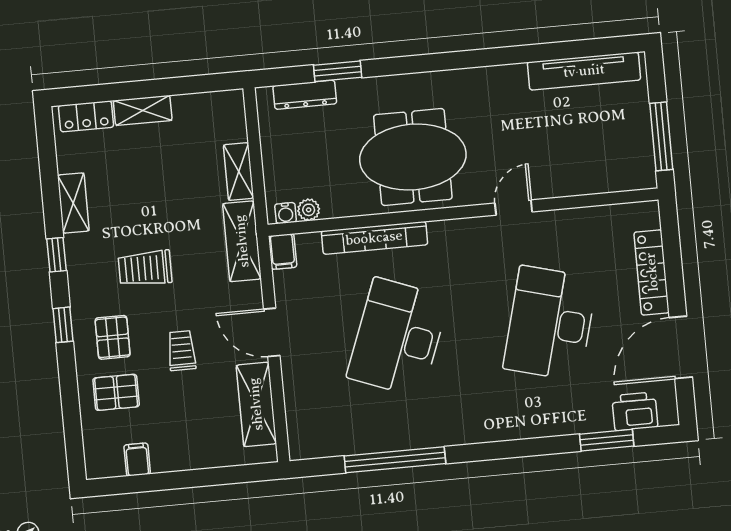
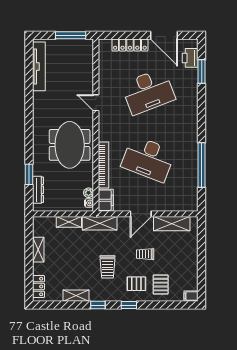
shelving: (143, 110) -> (38, 250), moved
filing cabinet: (283, 252) -> (106, 200), width x2.00
desk: (550, 323) -> (148, 92), turned -36
filing cabinet: (137, 459) -> (191, 296), moved

